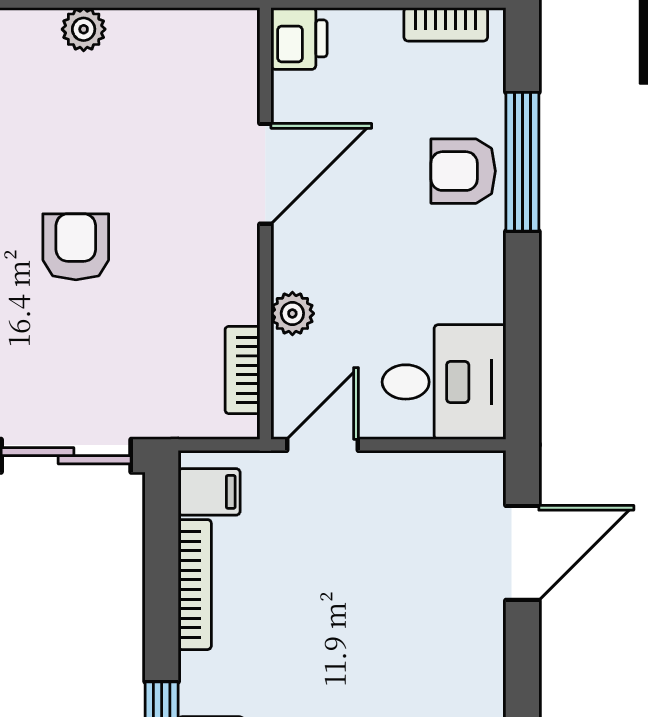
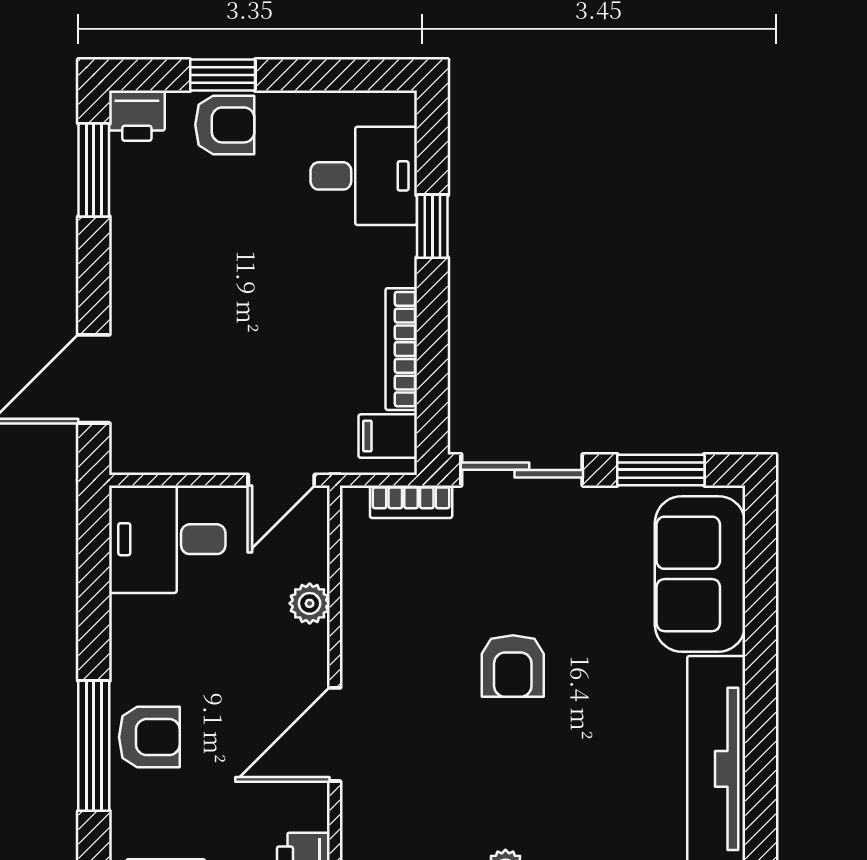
bookcase: (243, 370) -> (411, 502), moved, turned 90

